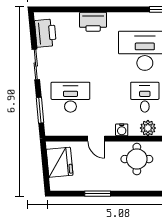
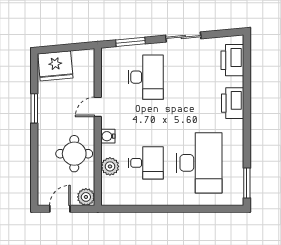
printer: (45, 33) -> (232, 60), moved, turned 95
fridge: (60, 162) -> (55, 66), moved

